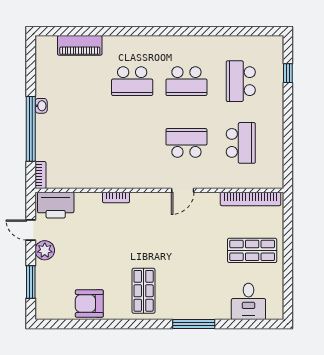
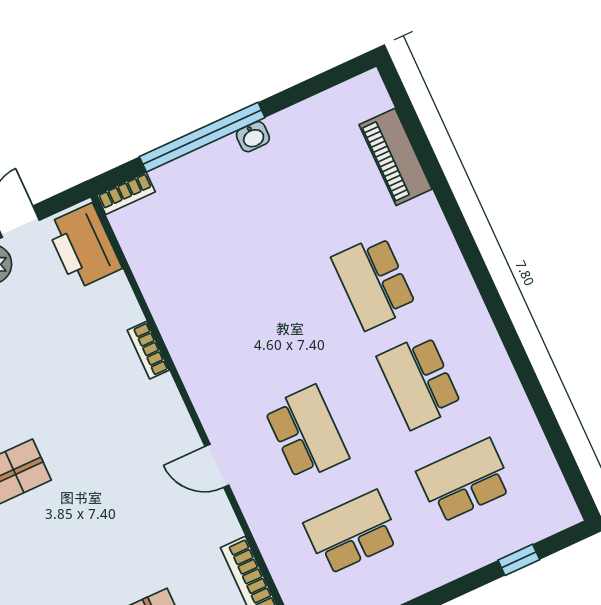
school desk: (241, 143) -> (352, 532), turned 180

